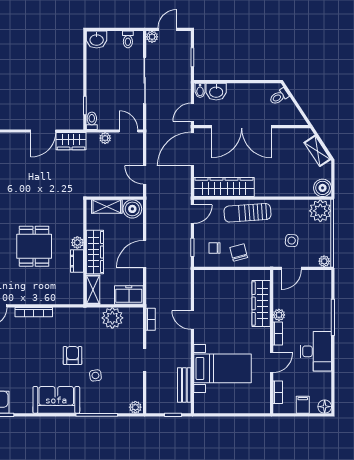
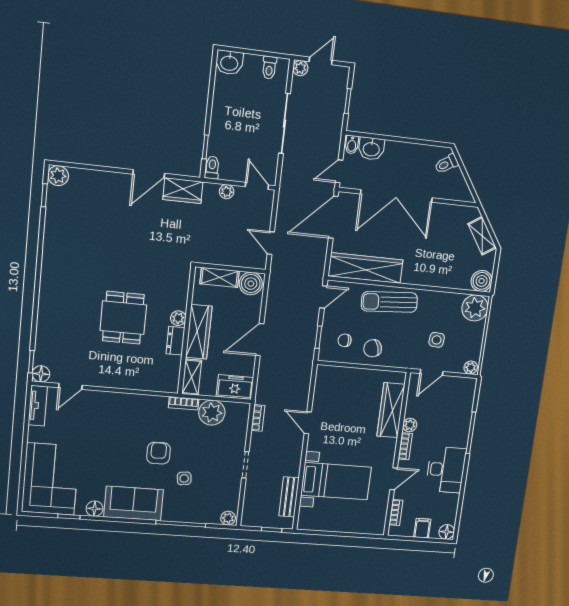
chair: (239, 253) -> (373, 348), turned -93
bookcase: (34, 312) -> (184, 403), moved, width x0.64
floor lamp: (25, 407) -> (95, 509), added

